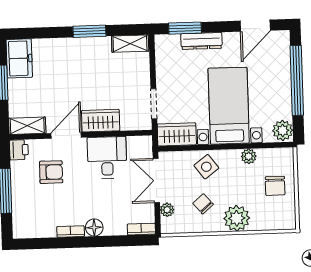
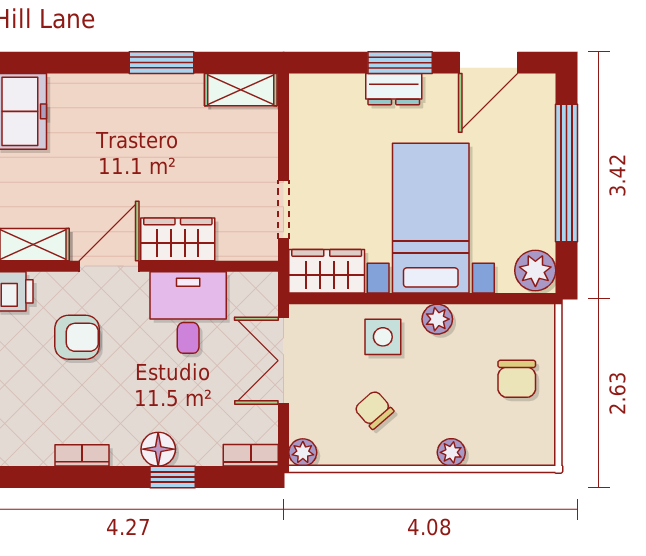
window: (185, 28) -> (400, 63), moved
dresser: (202, 41) -> (394, 89), width x0.70
plant: (249, 156) -> (437, 319), moved
side table: (206, 167) -> (383, 337), turned 37
plant: (167, 210) -> (303, 452), moved
plant: (237, 218) -> (451, 452), width x0.53, depth x0.53
bookcase: (71, 231) -> (82, 455), moved
window: (102, 241) -> (173, 477), added

